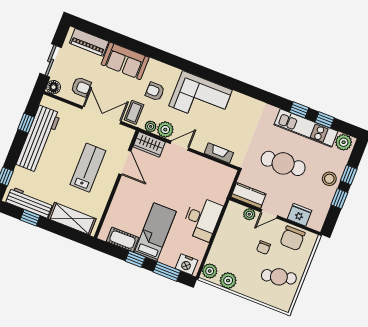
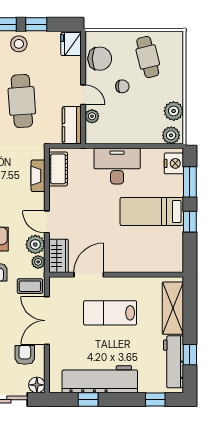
fridge: (299, 215) -> (71, 44), moved
cot: (123, 240) -> (58, 169), moved

